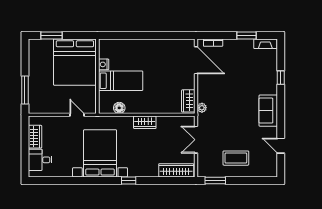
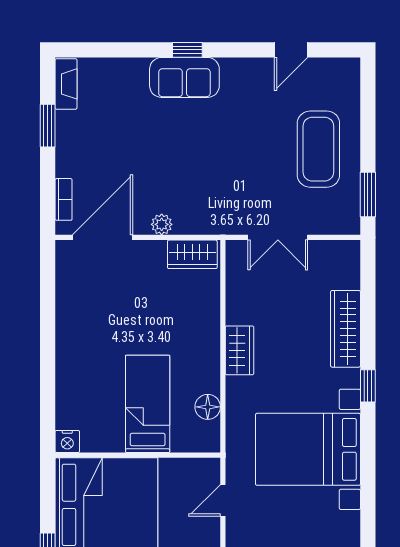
nightstand: (104, 64) -> (67, 441), moved
window: (281, 78) -> (187, 50), moved
plant: (202, 108) -> (162, 224), moved
sofa: (268, 111) -> (184, 77), moved
coffee table: (236, 158) -> (318, 149), width x1.36, depth x1.32
wardrobe: (176, 170) -> (346, 329), moved

